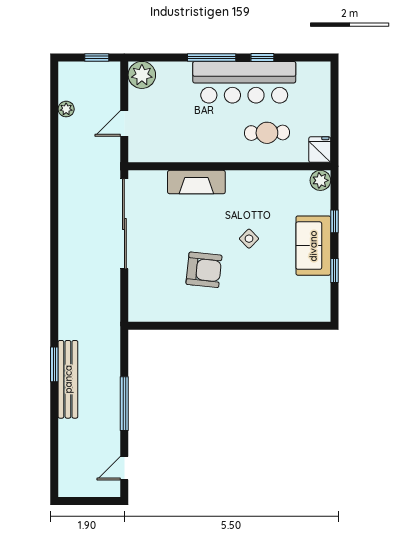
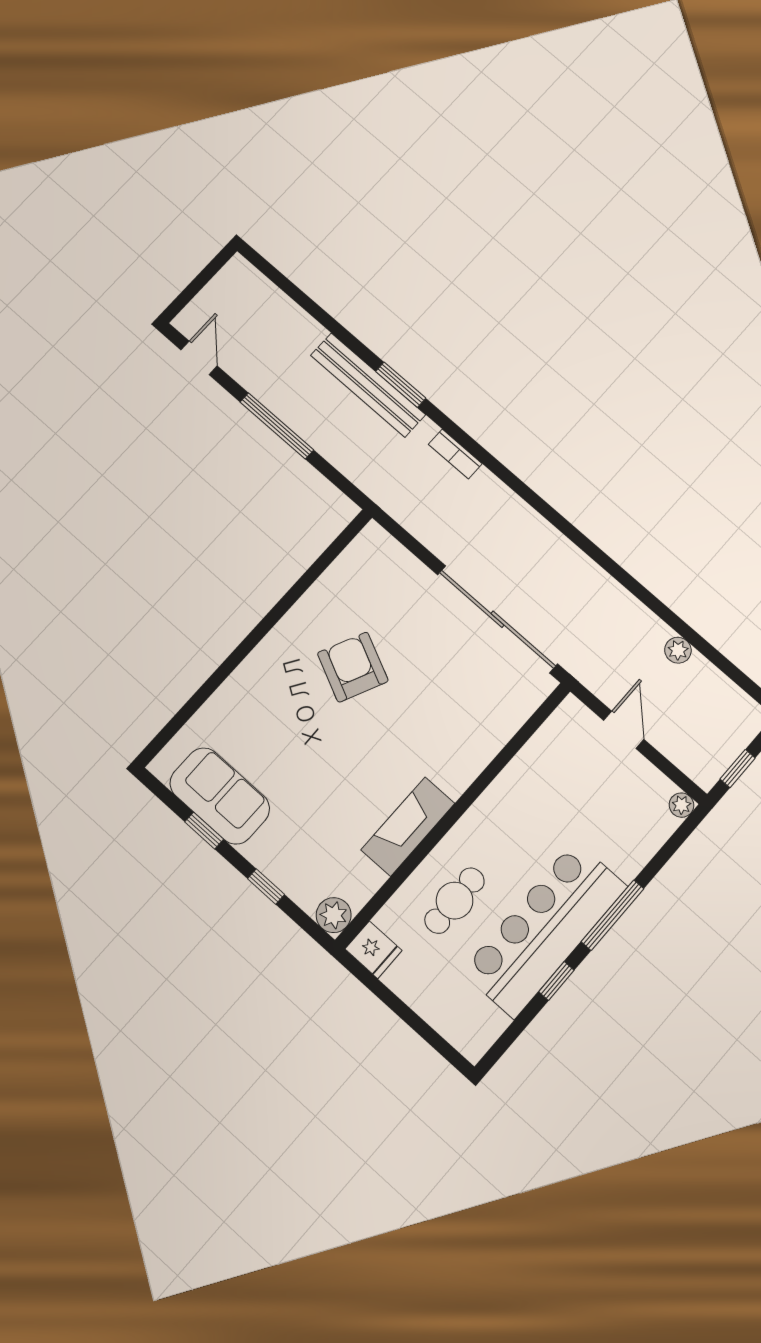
plant: (142, 75) -> (681, 805), width x0.53, depth x0.53
plant: (66, 109) -> (678, 650), moved
fireplace: (196, 182) -> (408, 826), moved
side table: (249, 239) -> (341, 758), removed
sofa: (313, 246) -> (220, 796), moved
armchair: (204, 270) -> (353, 667), turned 109
bookcase: (65, 310) -> (455, 454), added

